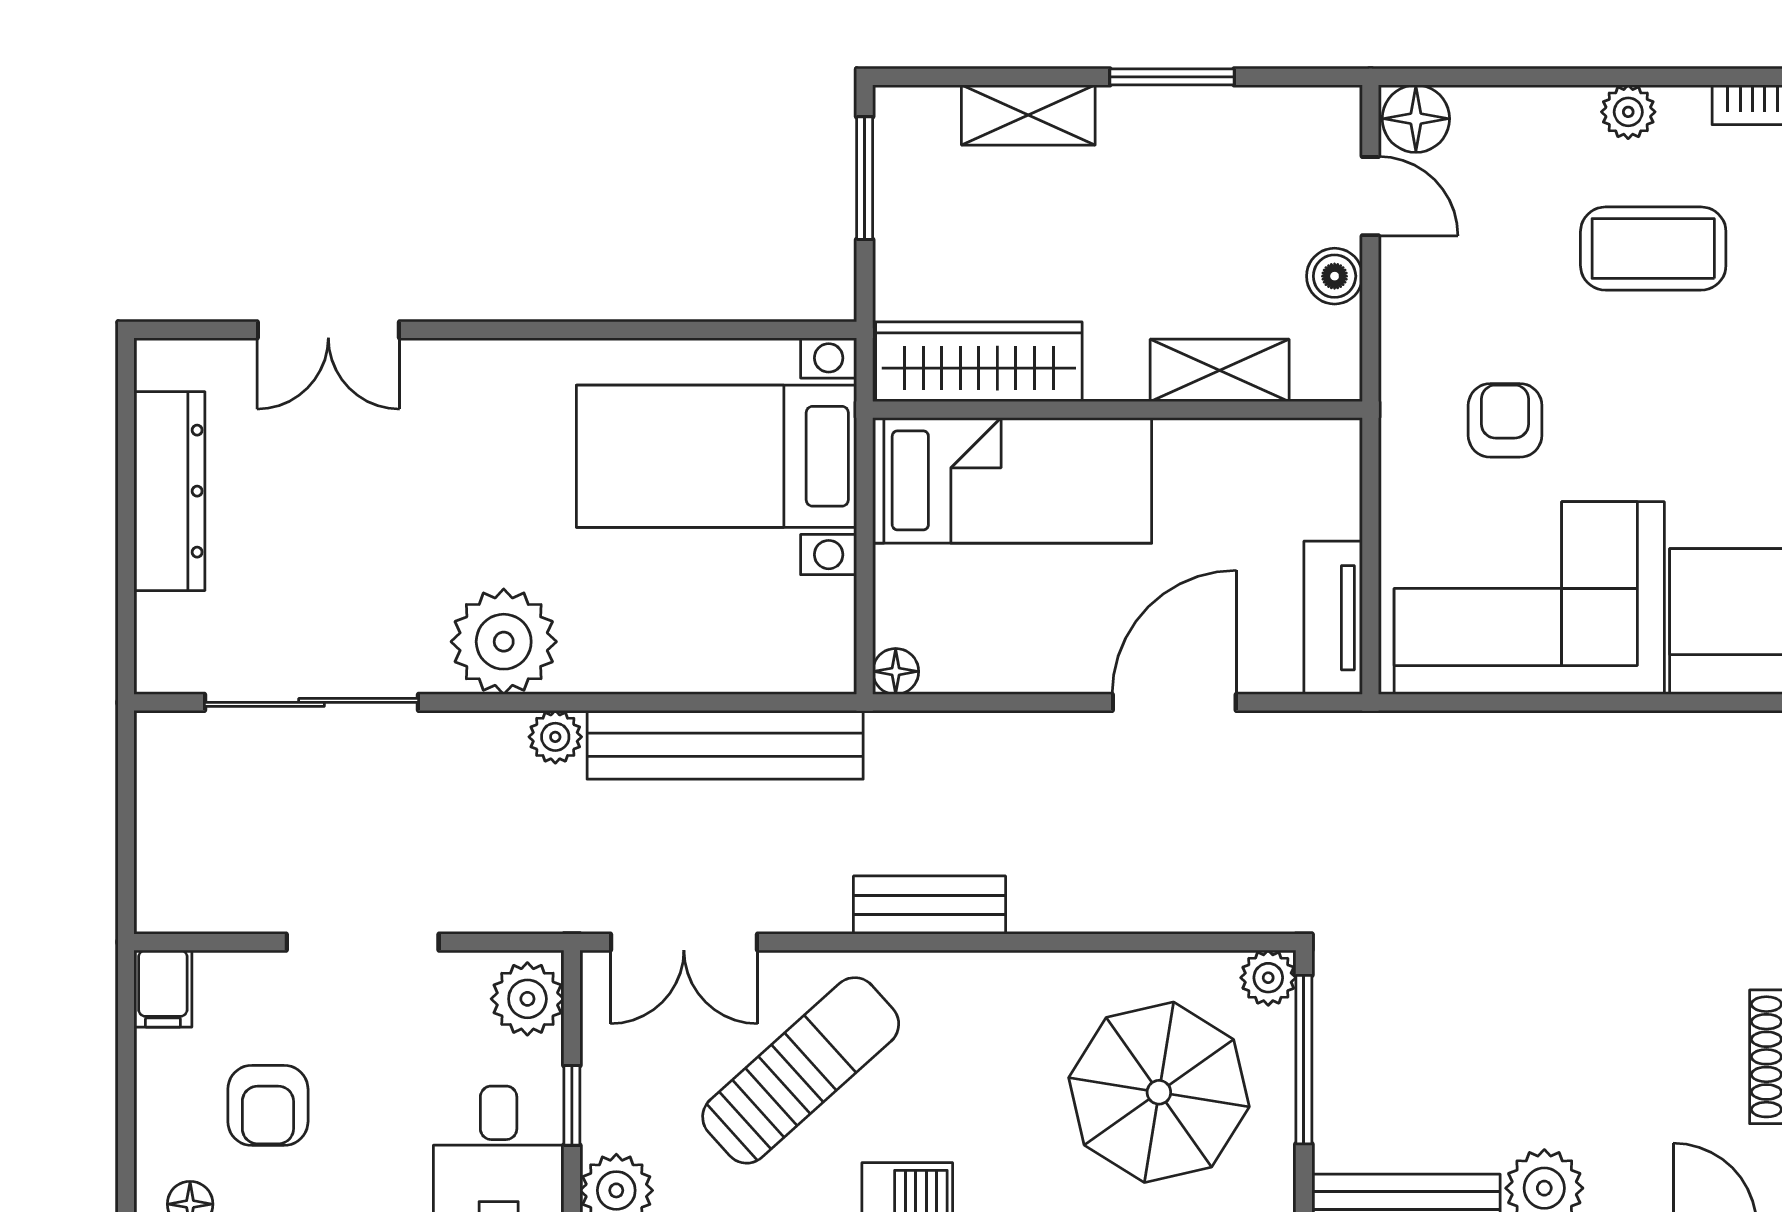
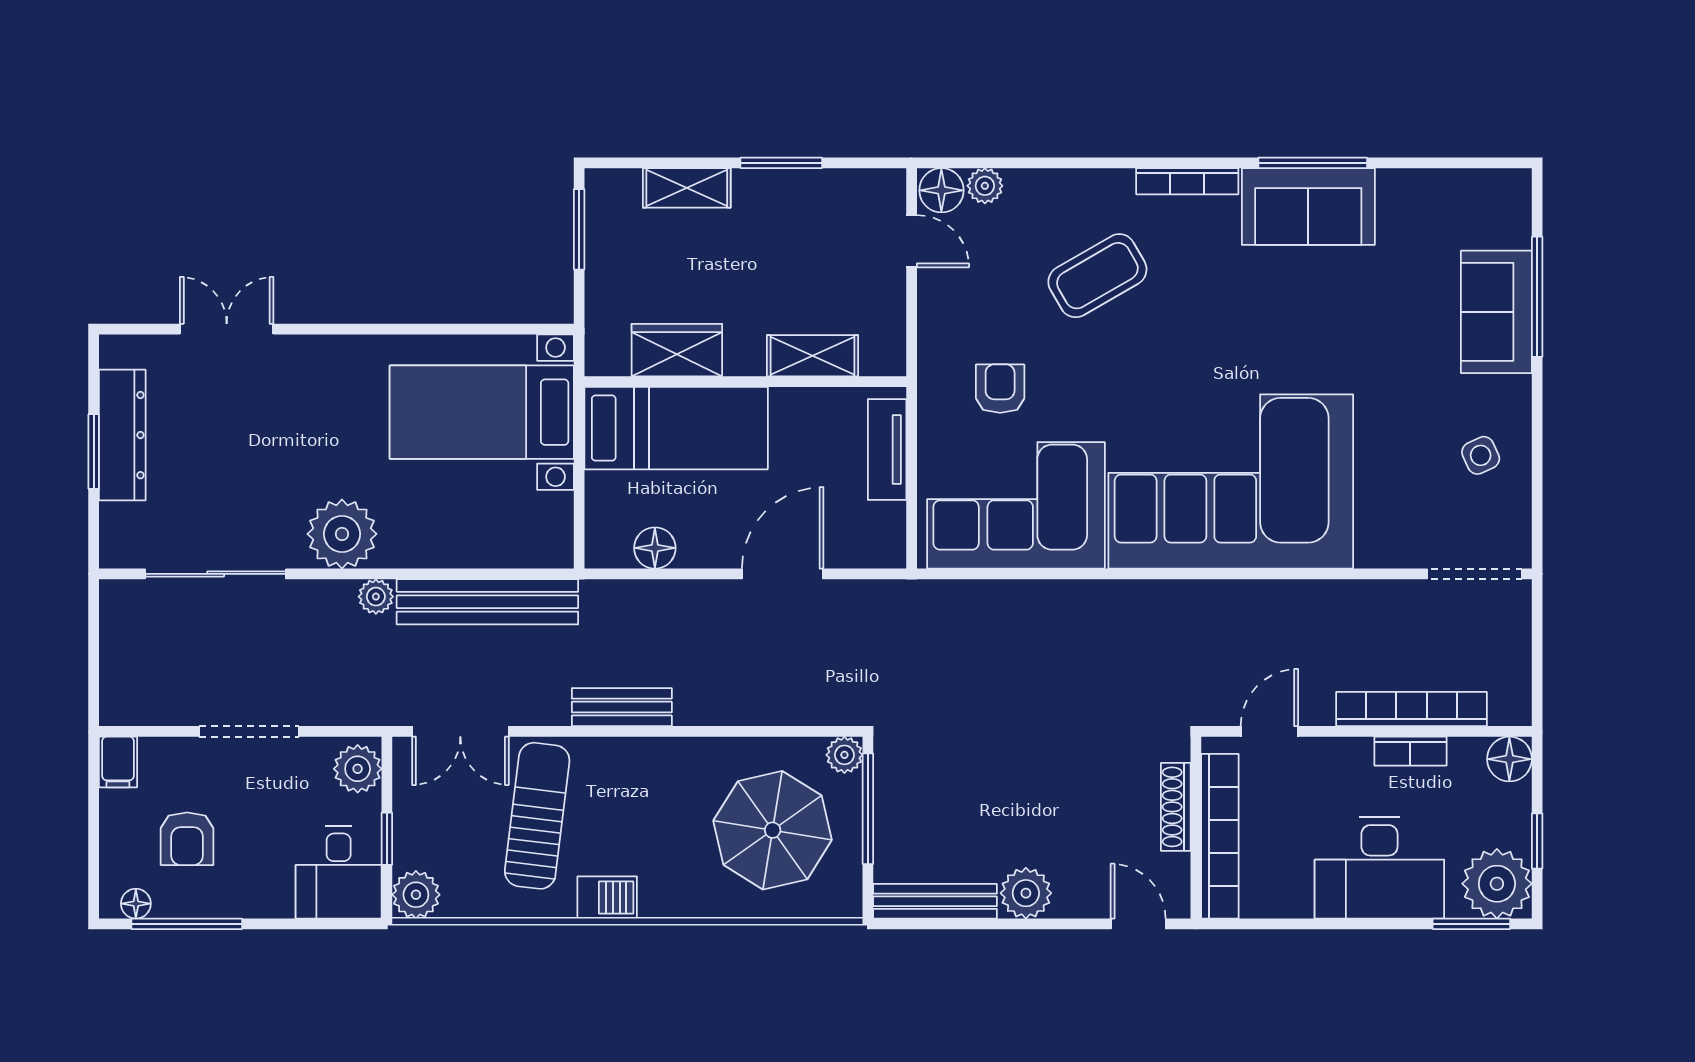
plant: (1628, 112) -> (985, 186), moved
coffee table: (1653, 249) -> (1097, 276), turned -30
boiler: (1335, 276) -> (888, 294), removed
double door: (328, 330) -> (227, 329), swing flipped
wardrobe: (979, 362) -> (677, 350), width x0.67
window: (126, 516) -> (94, 452), added
tv unit: (1333, 618) -> (887, 449), moved
floor lamp: (896, 671) -> (655, 548), moved, width x1.37, depth x1.37
sun lounger: (801, 1070) -> (537, 816), turned -41

